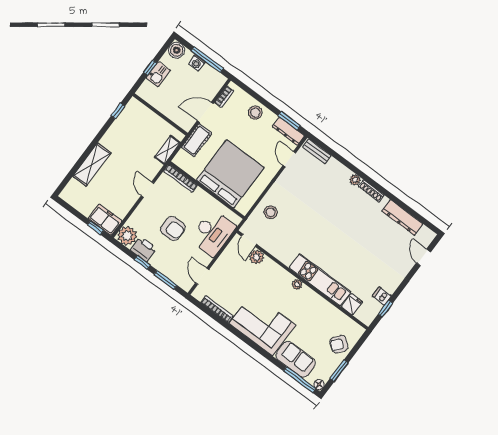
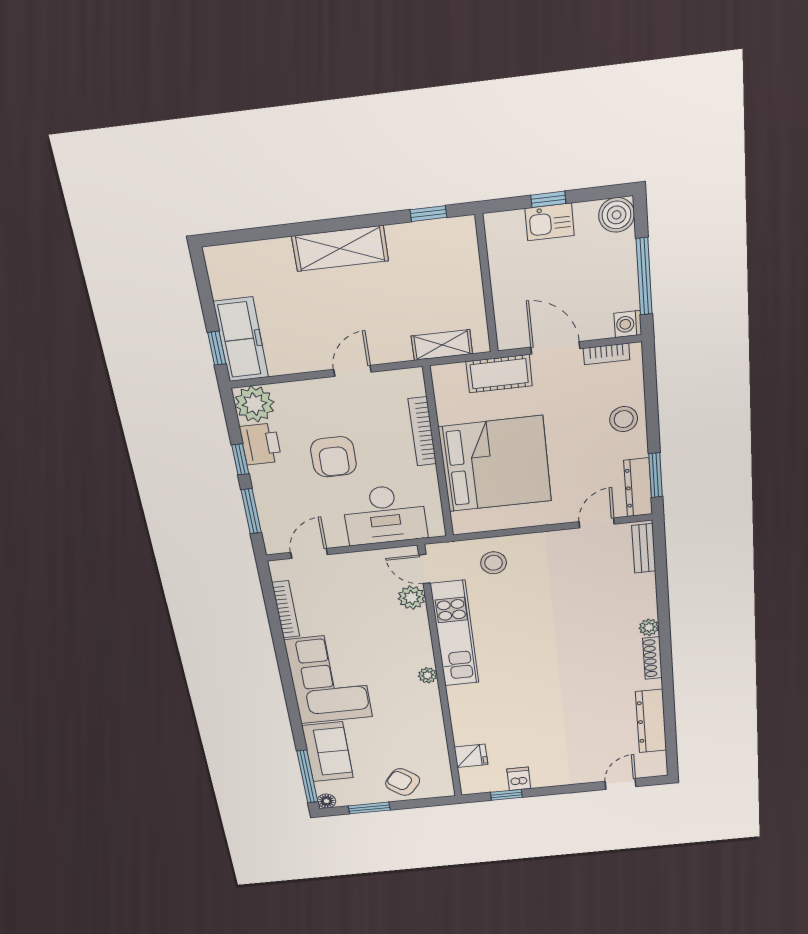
washing machine: (197, 63) -> (628, 324), moved
shelving: (92, 165) -> (340, 248), moved
bookcase: (181, 178) -> (422, 431), moved
freezer: (105, 220) -> (241, 340), width x1.40
door: (249, 240) -> (425, 569), hinge flipped
kitchen unit: (320, 280) -> (455, 634), moved

